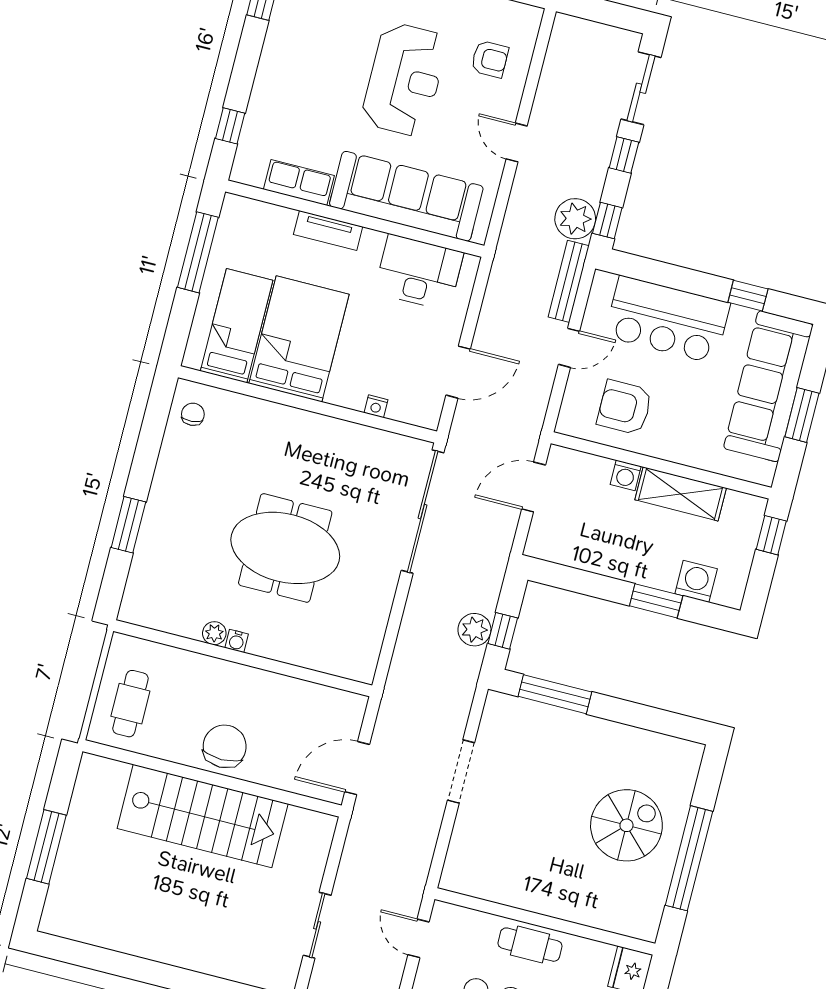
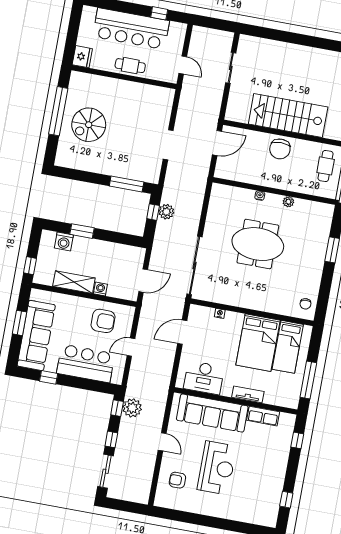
reception desk: (404, 79) -> (217, 468), turned 180
bench: (569, 281) -> (133, 378), removed
water cooler: (237, 641) -> (260, 196), moved

